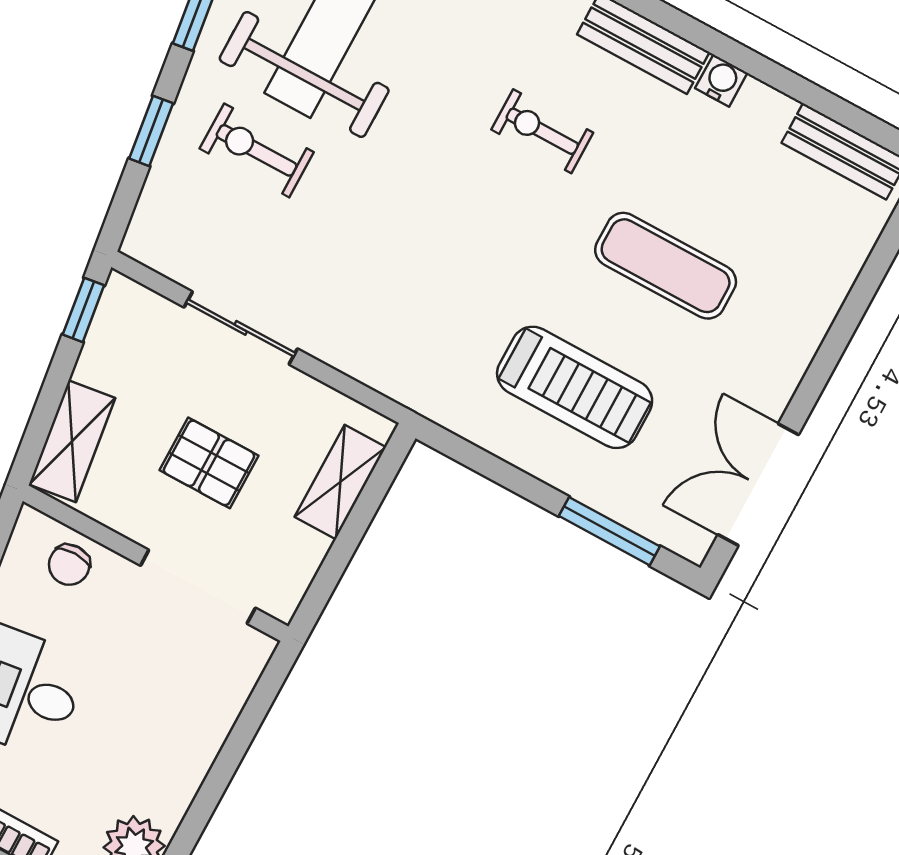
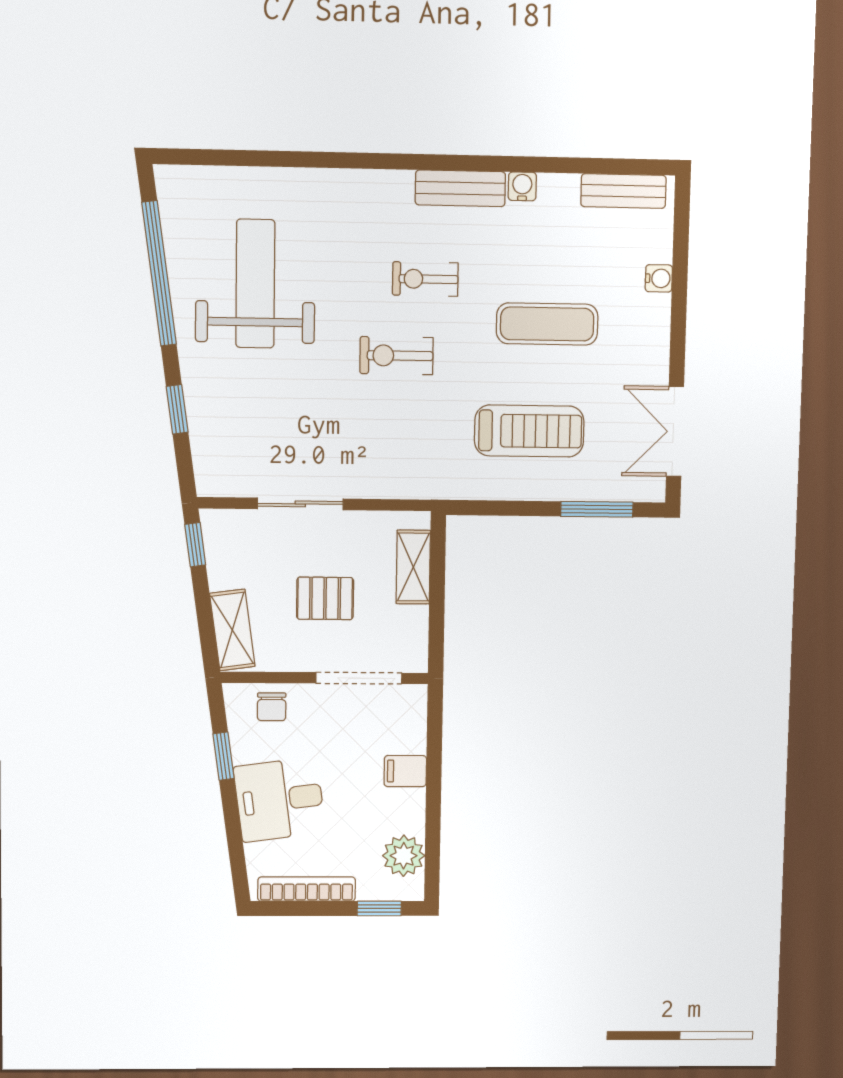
exercise bike: (257, 150) -> (396, 356), moved
water cooler: (834, 282) -> (659, 278), added
filing cabinet: (194, 738) -> (405, 771), added

